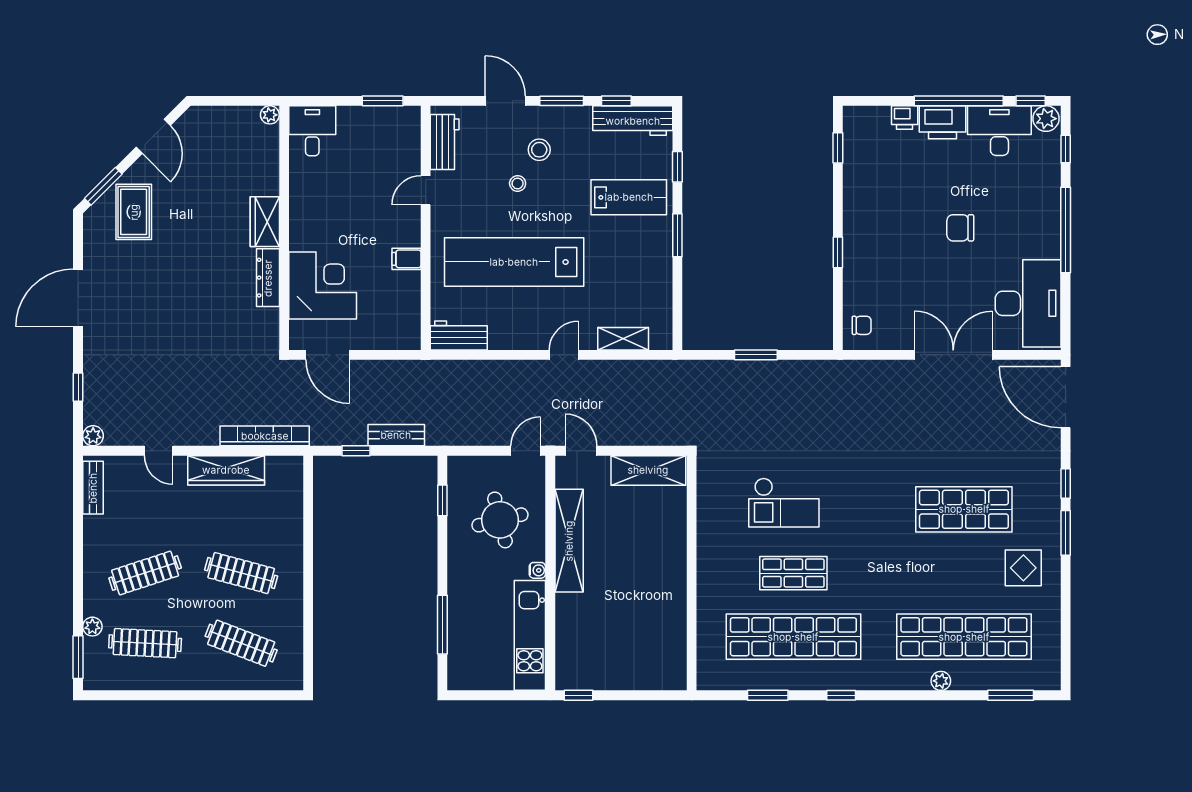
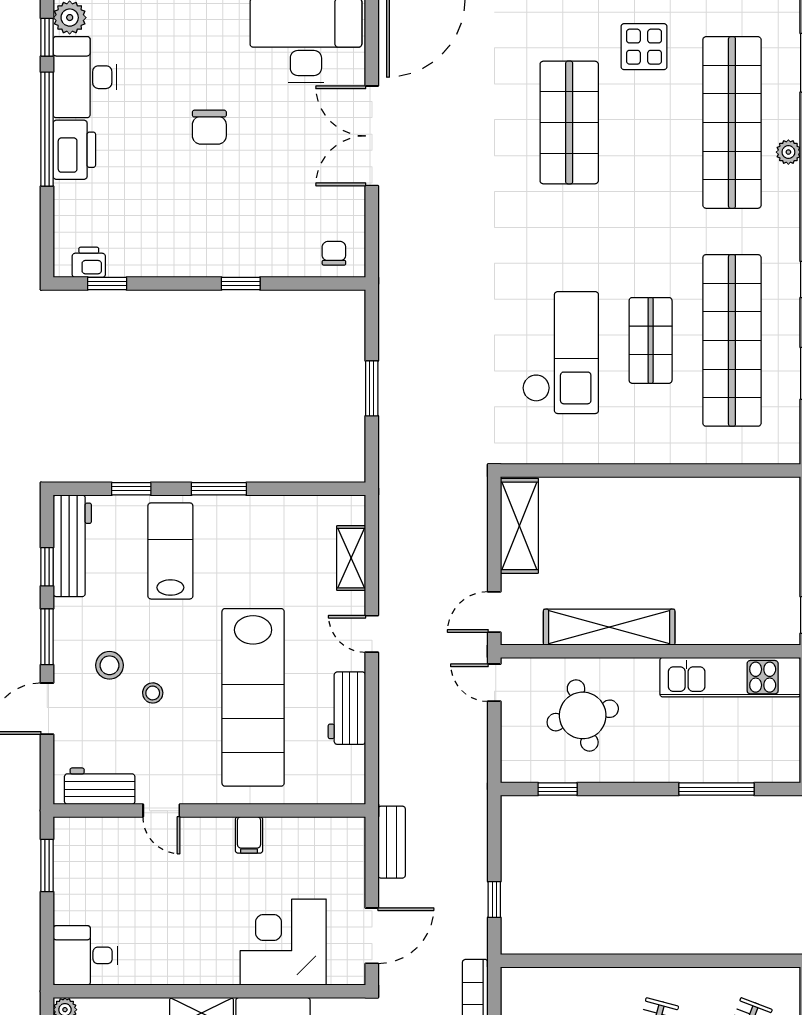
printer: (905, 117) -> (89, 262), moved, turned -90
workbench: (459, 335) -> (347, 708), moved
bench: (396, 435) -> (392, 842), moved
checkout: (784, 503) -> (560, 353), width x1.36, depth x1.21
water cooler: (537, 570) -> (647, 668), removed

